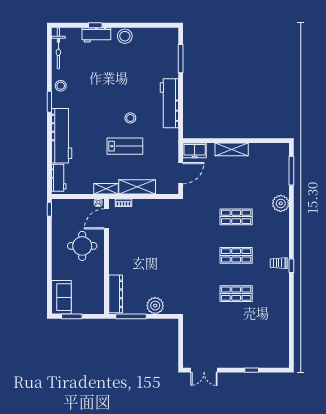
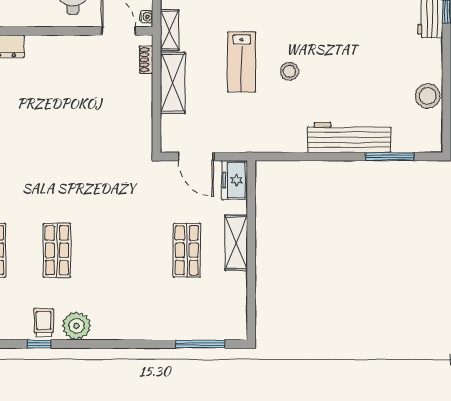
stool: (125, 36) -> (428, 96), moved
workbench: (169, 103) -> (349, 137), moved
plant: (281, 203) -> (76, 326), moved
shop shelf: (236, 217) -> (187, 250), moved

